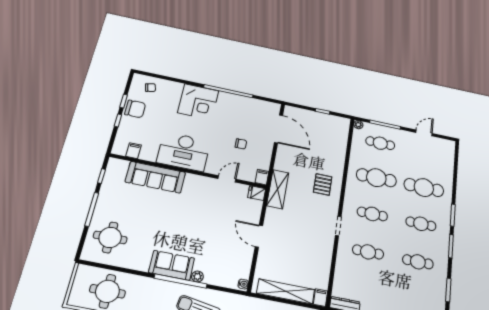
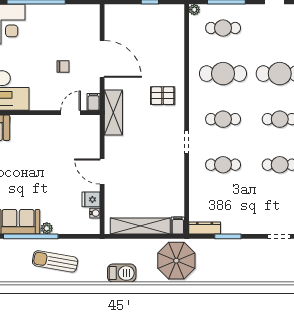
door: (279, 129) -> (102, 59), moved
door: (227, 179) -> (71, 113), moved
pallet: (323, 184) -> (163, 96), turned 90
fridge: (257, 193) -> (91, 199), moved
water cooler: (243, 284) -> (95, 213), moved

